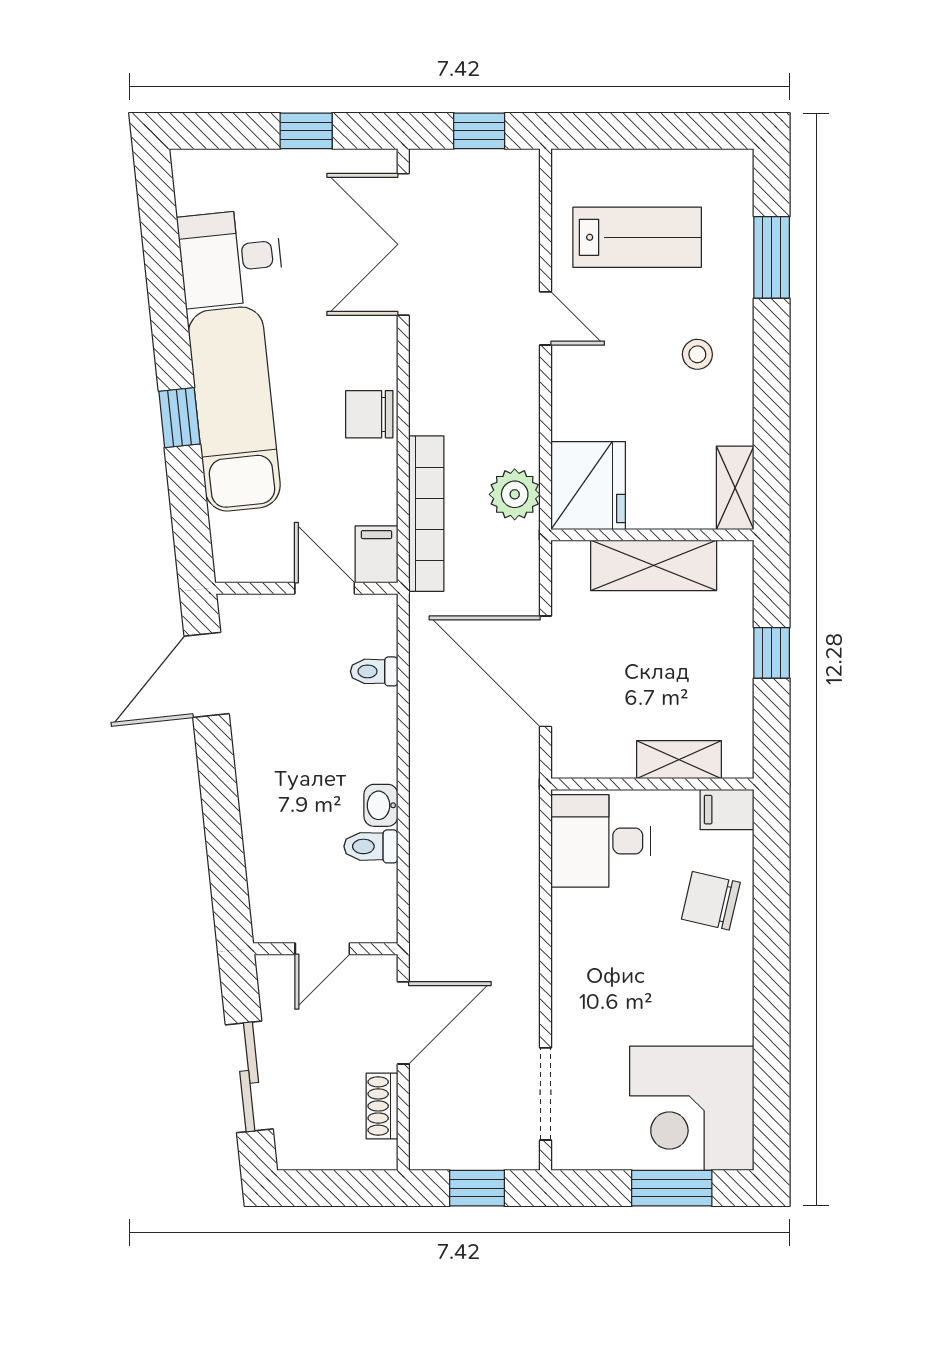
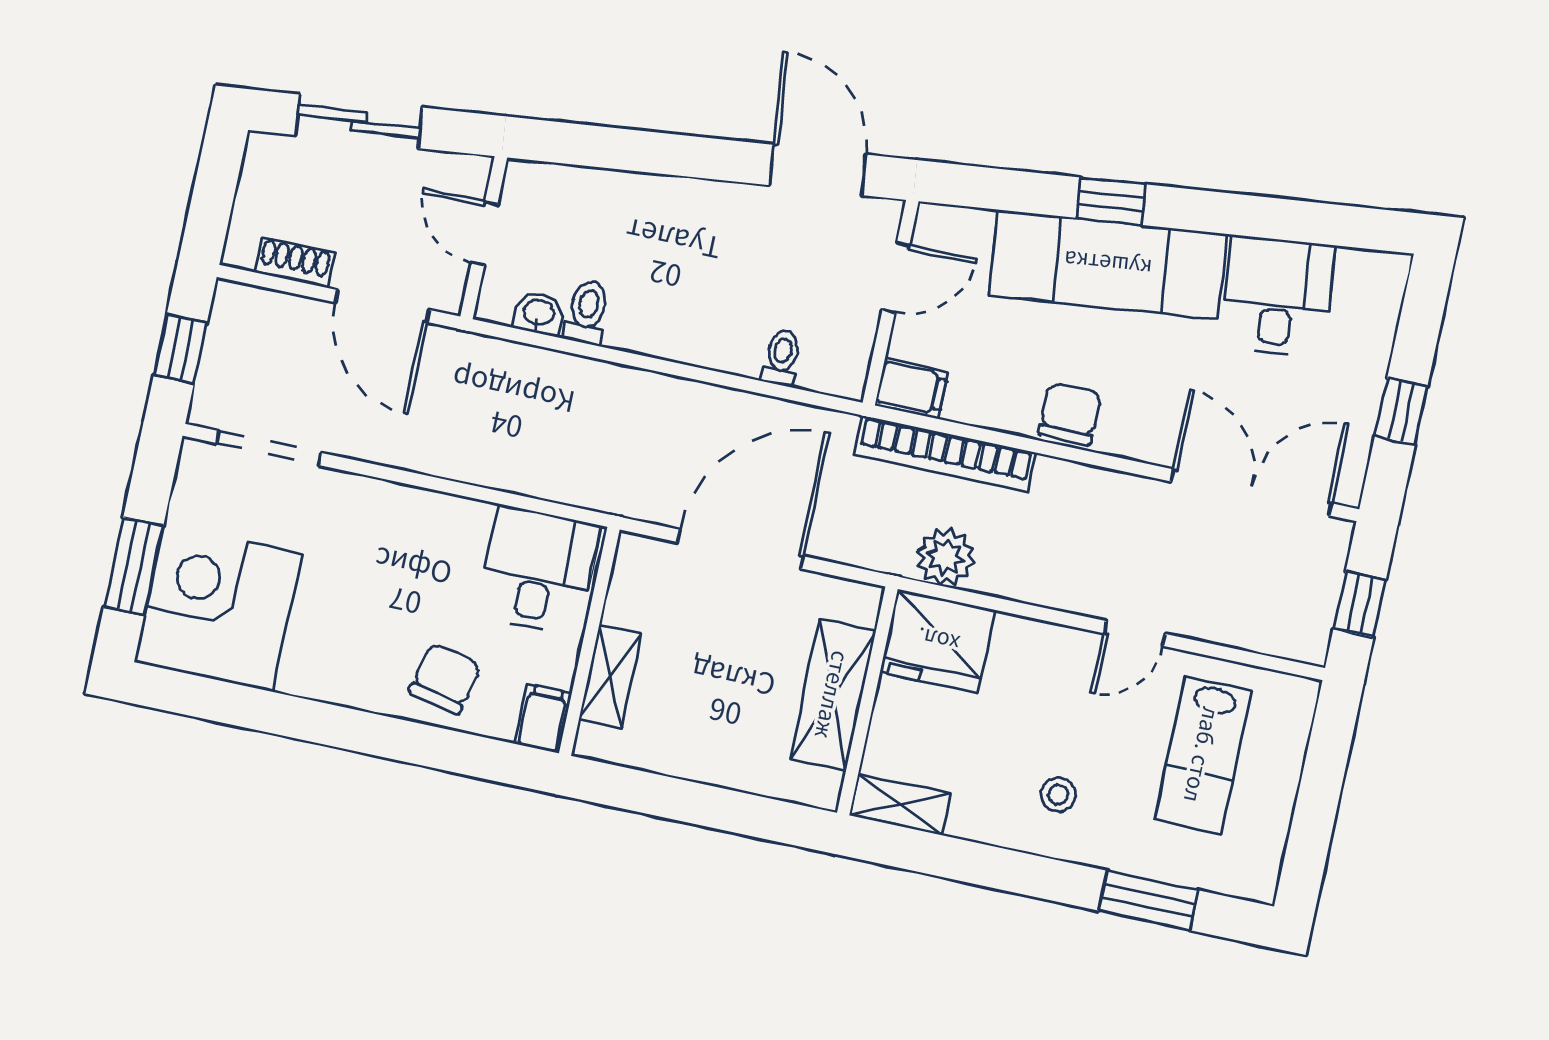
door: (325, 588) -> (896, 277), moved
window: (772, 653) -> (707, 806), removed
washbasin: (381, 805) -> (539, 314), moved

